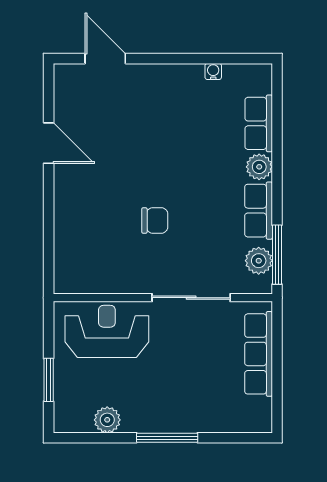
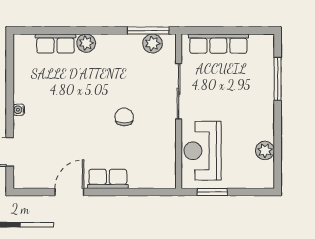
water cooler: (213, 71) -> (19, 110), moved
row of seats: (259, 211) -> (108, 179), moved, turned 180
window: (49, 380) -> (212, 192), moved
window: (167, 438) -> (278, 79), moved

